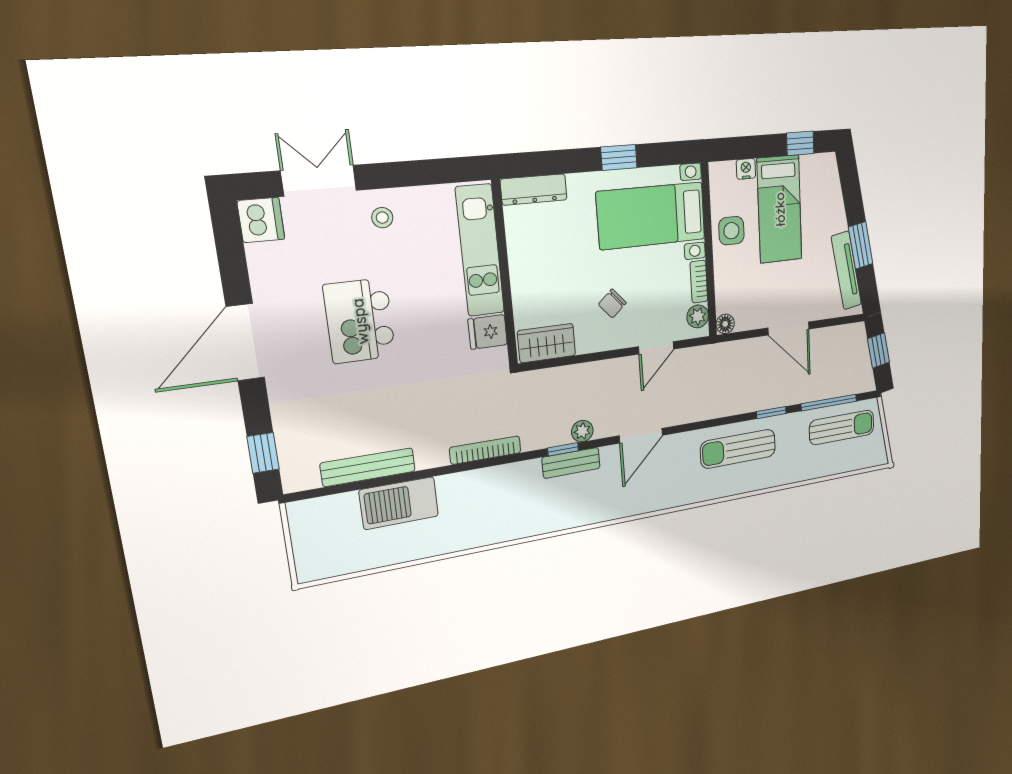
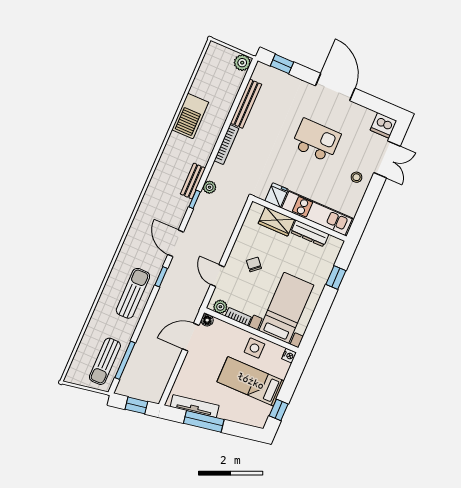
window: (619, 157) -> (336, 278), moved
nightstand: (746, 169) -> (289, 356), moved
dresser: (534, 190) -> (310, 233), moved, turned -90
window: (861, 245) -> (204, 421), width x1.44
door: (789, 328) -> (191, 337), moved
wardrobe: (547, 343) -> (276, 221), moved, turned 90
window: (771, 413) -> (161, 277), moved
plant: (582, 431) -> (210, 187), moved
bookcase: (485, 450) -> (227, 145), moved
bench: (571, 463) -> (193, 181), moved
barbecue: (399, 503) -> (190, 116), moved, turned 180
plant: (303, 515) -> (242, 63), added

